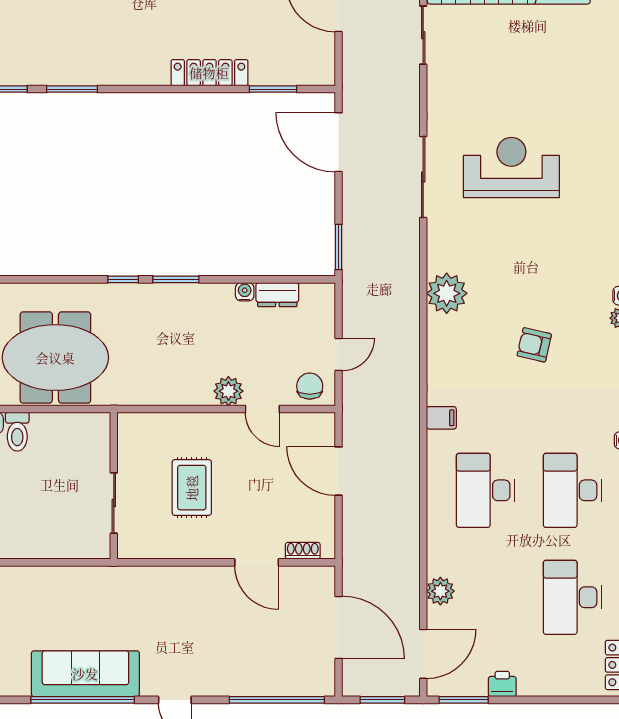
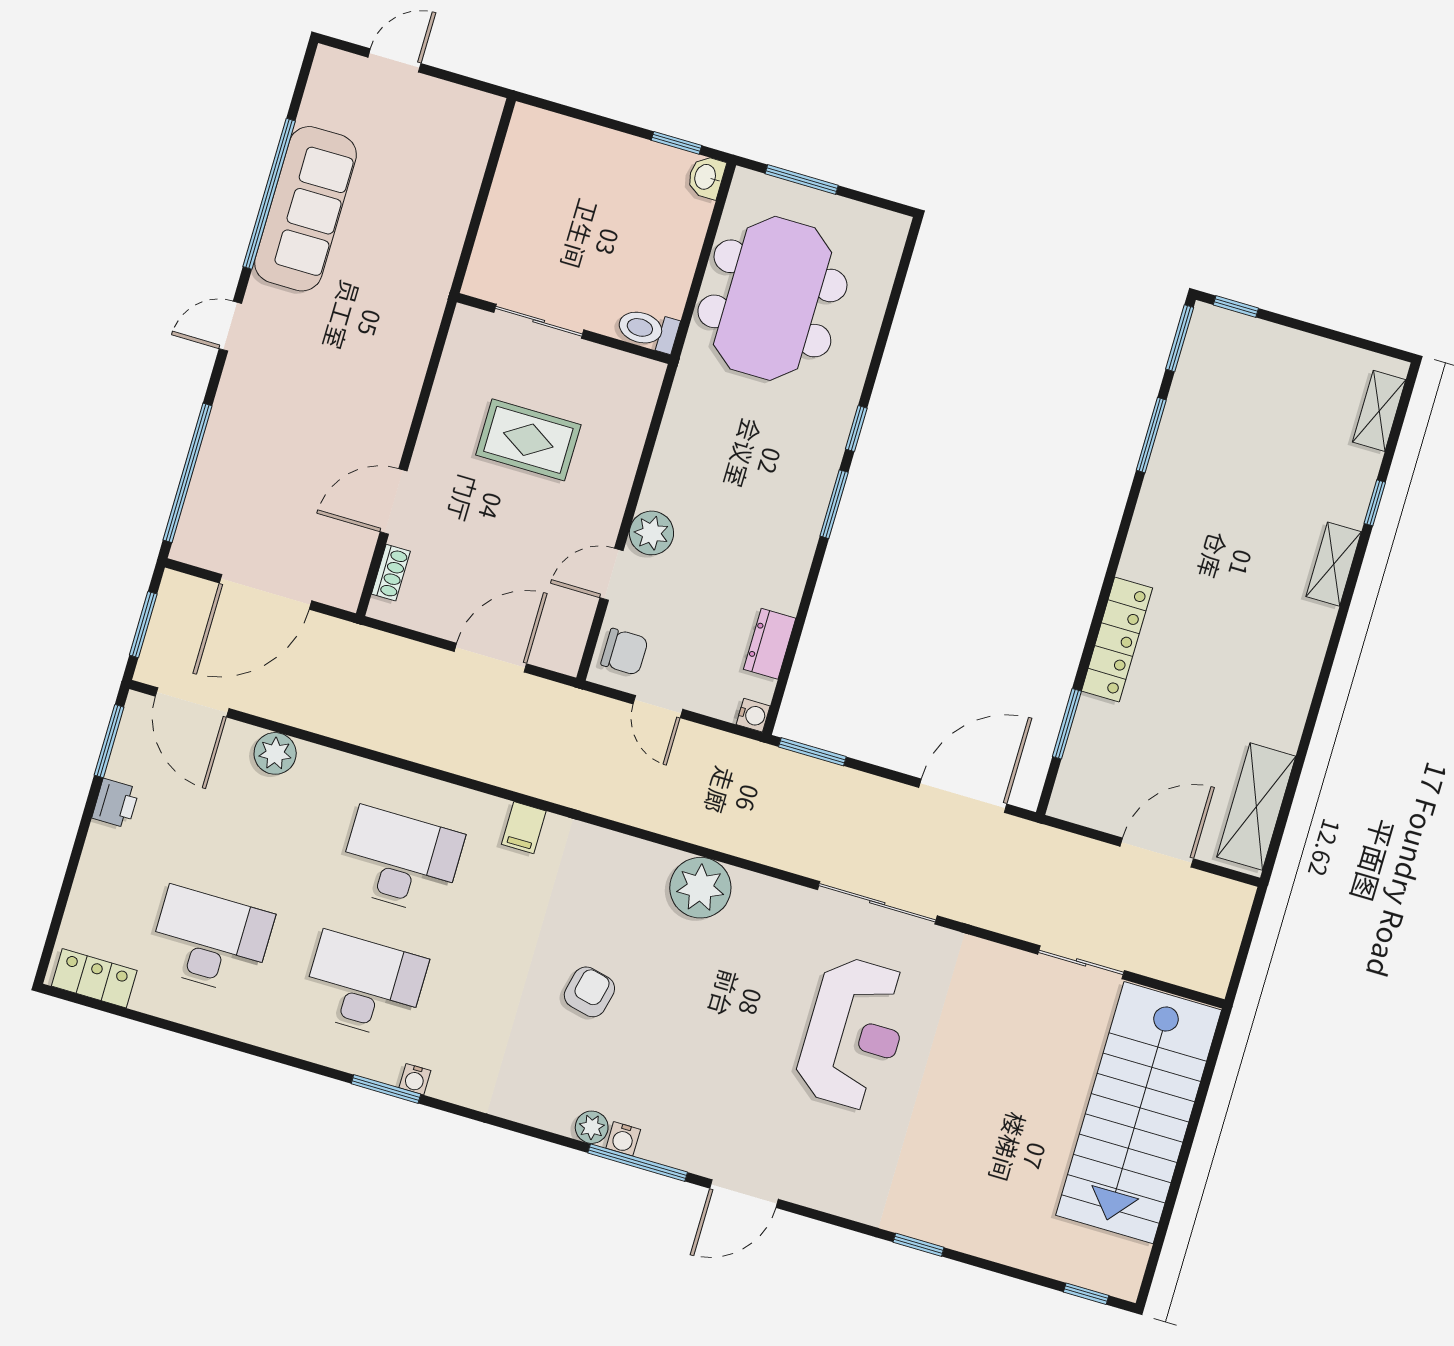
water cooler: (245, 292) -> (753, 715), moved
toilet: (17, 432) -> (648, 330), moved

